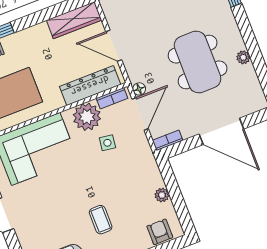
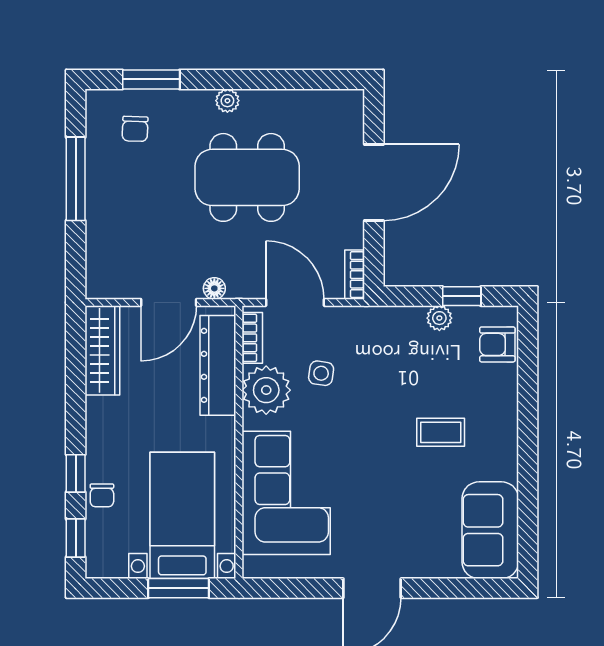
plant: (243, 57) -> (227, 101), moved
floor lamp: (139, 89) -> (214, 288), moved
window: (178, 202) -> (462, 296), added

